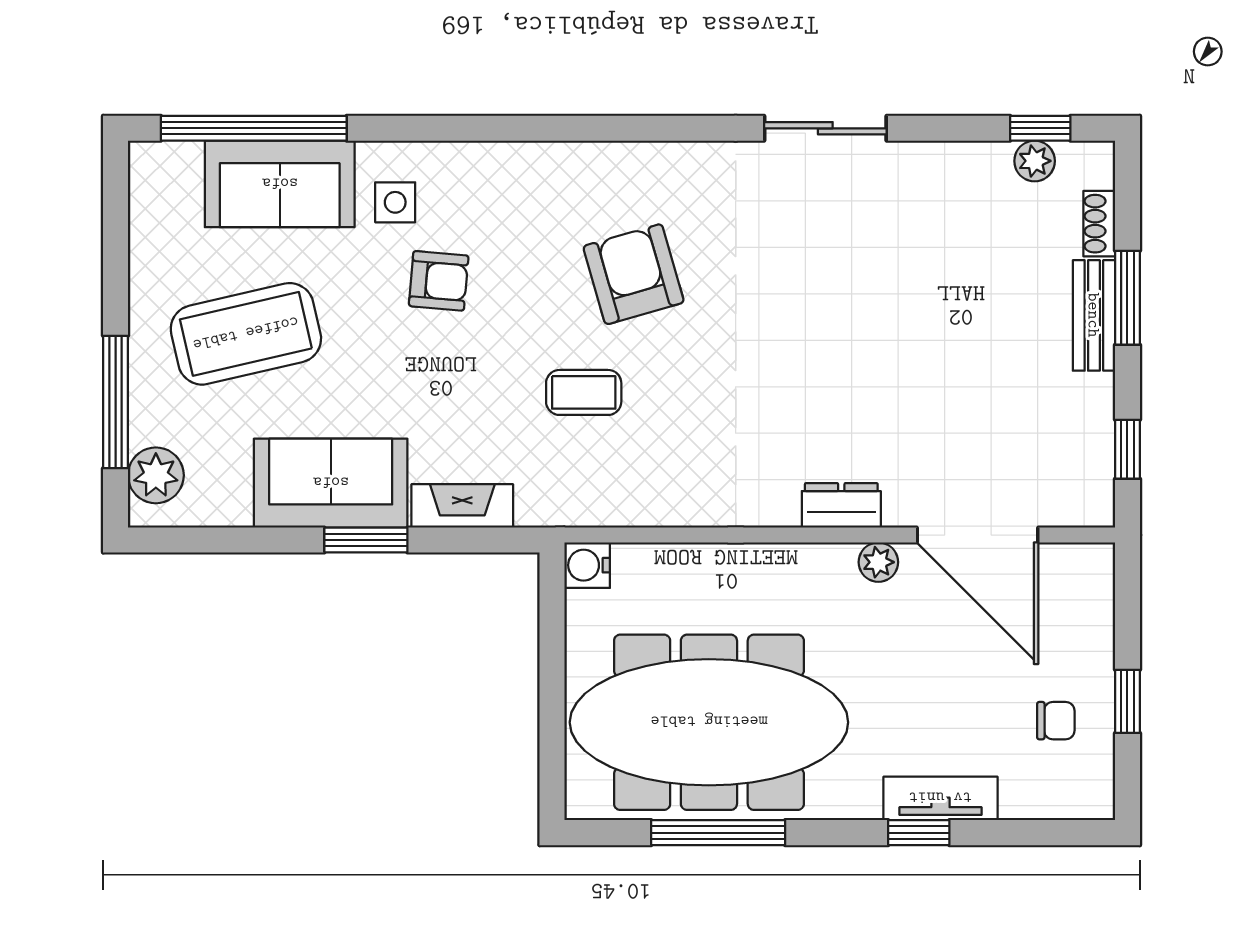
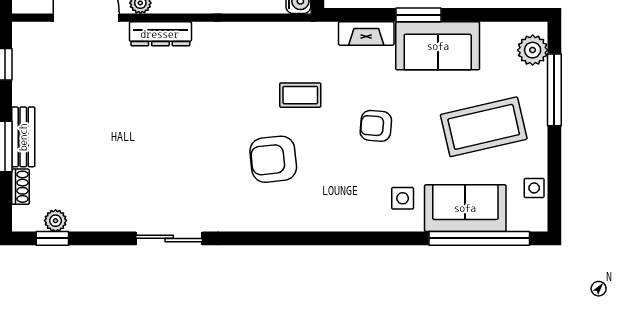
side table: (153, 221) -> (534, 188), added
armchair: (634, 274) -> (273, 159), turned 100
armchair: (439, 281) -> (376, 126), moved
dresser: (841, 505) -> (160, 34), width x1.44

